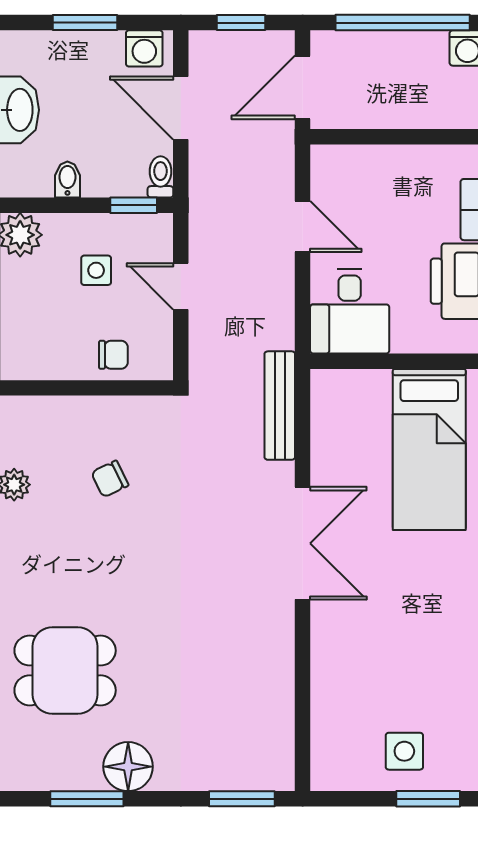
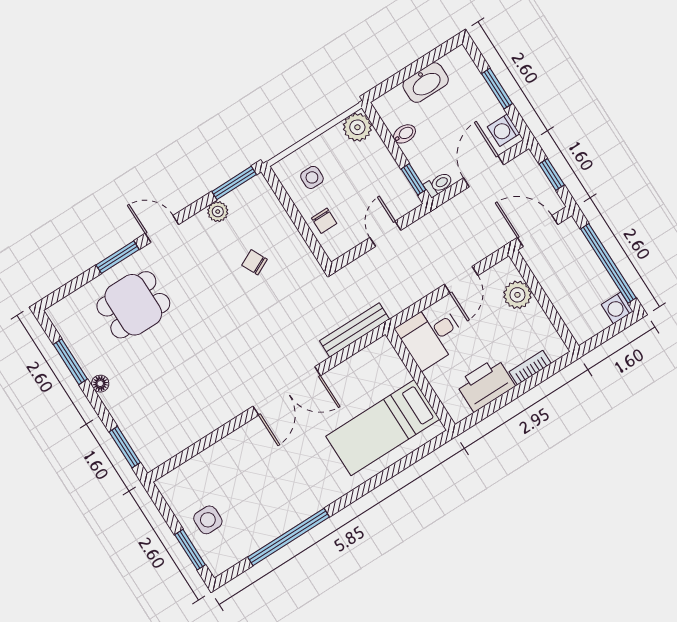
plant: (368, 166) -> (517, 295), added
side table: (96, 270) -> (312, 177), moved
dining table: (65, 670) -> (133, 305), turned 90
floor lamp: (128, 767) -> (100, 384), width x0.53, depth x0.53

